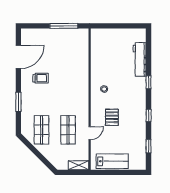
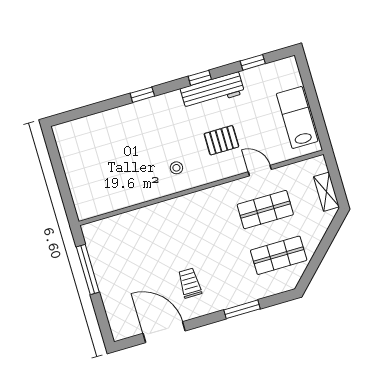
workbench: (140, 59) -> (212, 91), moved
shelving: (78, 165) -> (326, 192), moved

